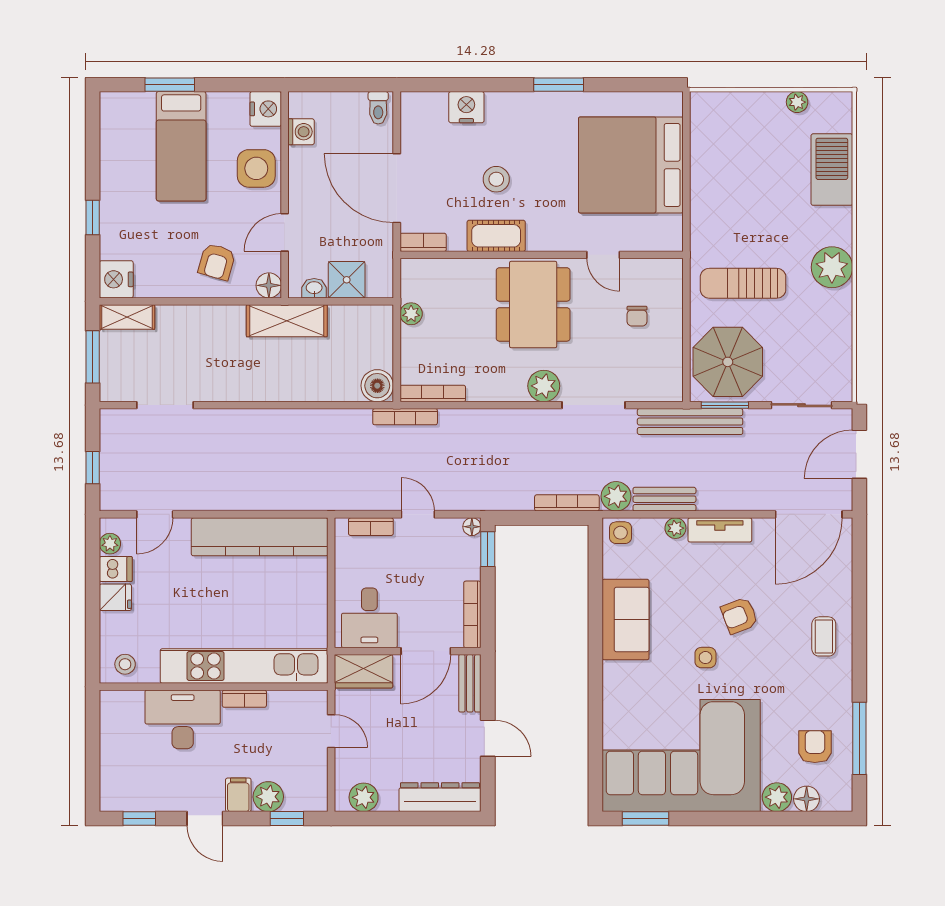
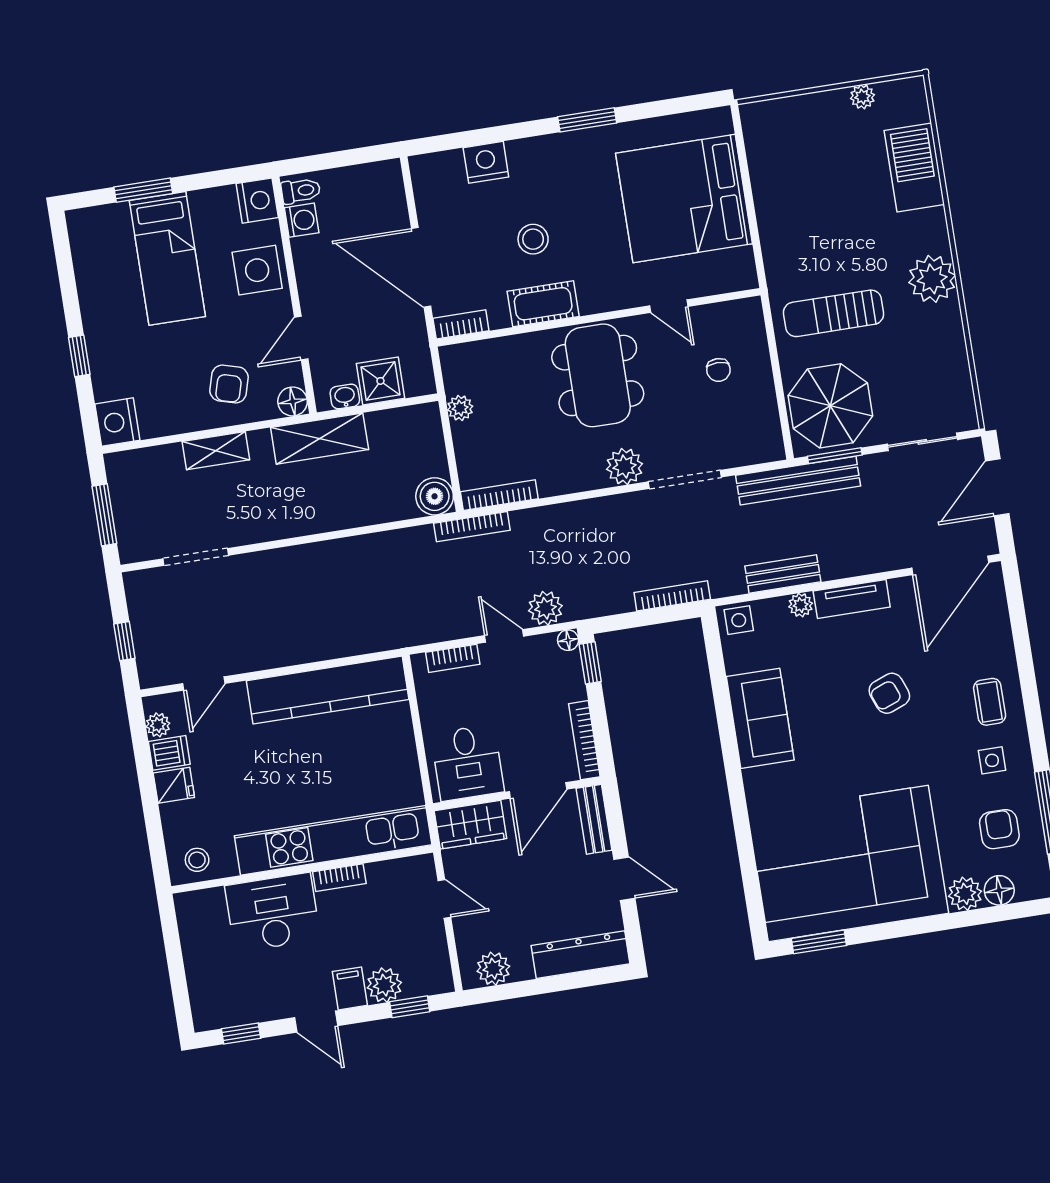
toilet: (378, 108) -> (301, 191), moved, turned -90
shelving: (127, 317) -> (216, 451), moved
plant: (616, 496) -> (545, 608), moved
side table: (705, 658) -> (992, 760), moved

